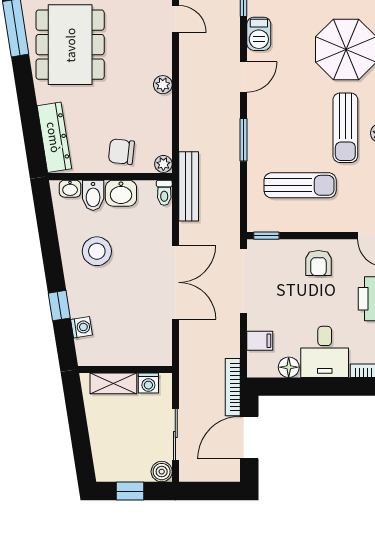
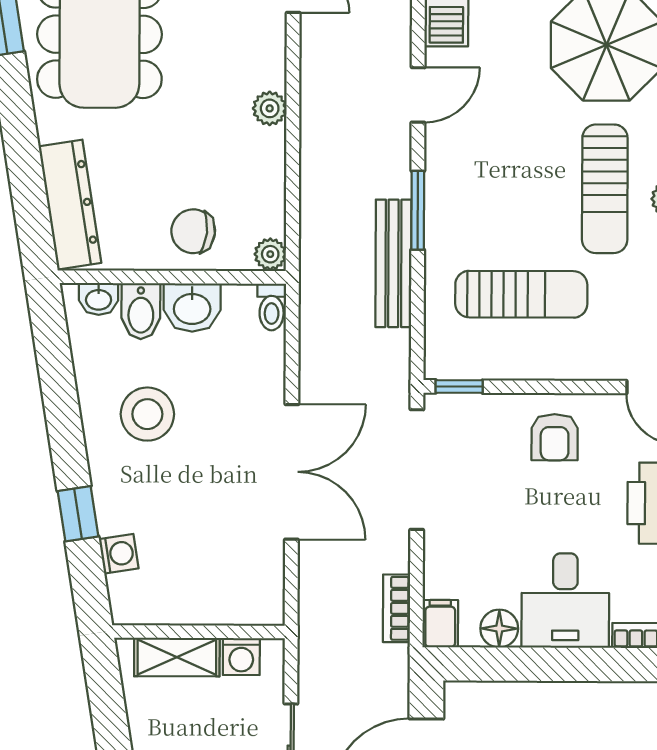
bench: (189, 186) -> (393, 263), moved
filing cabinet: (260, 341) -> (440, 624), moved, turned -90
bookcase: (233, 387) -> (397, 608), moved, width x0.64

